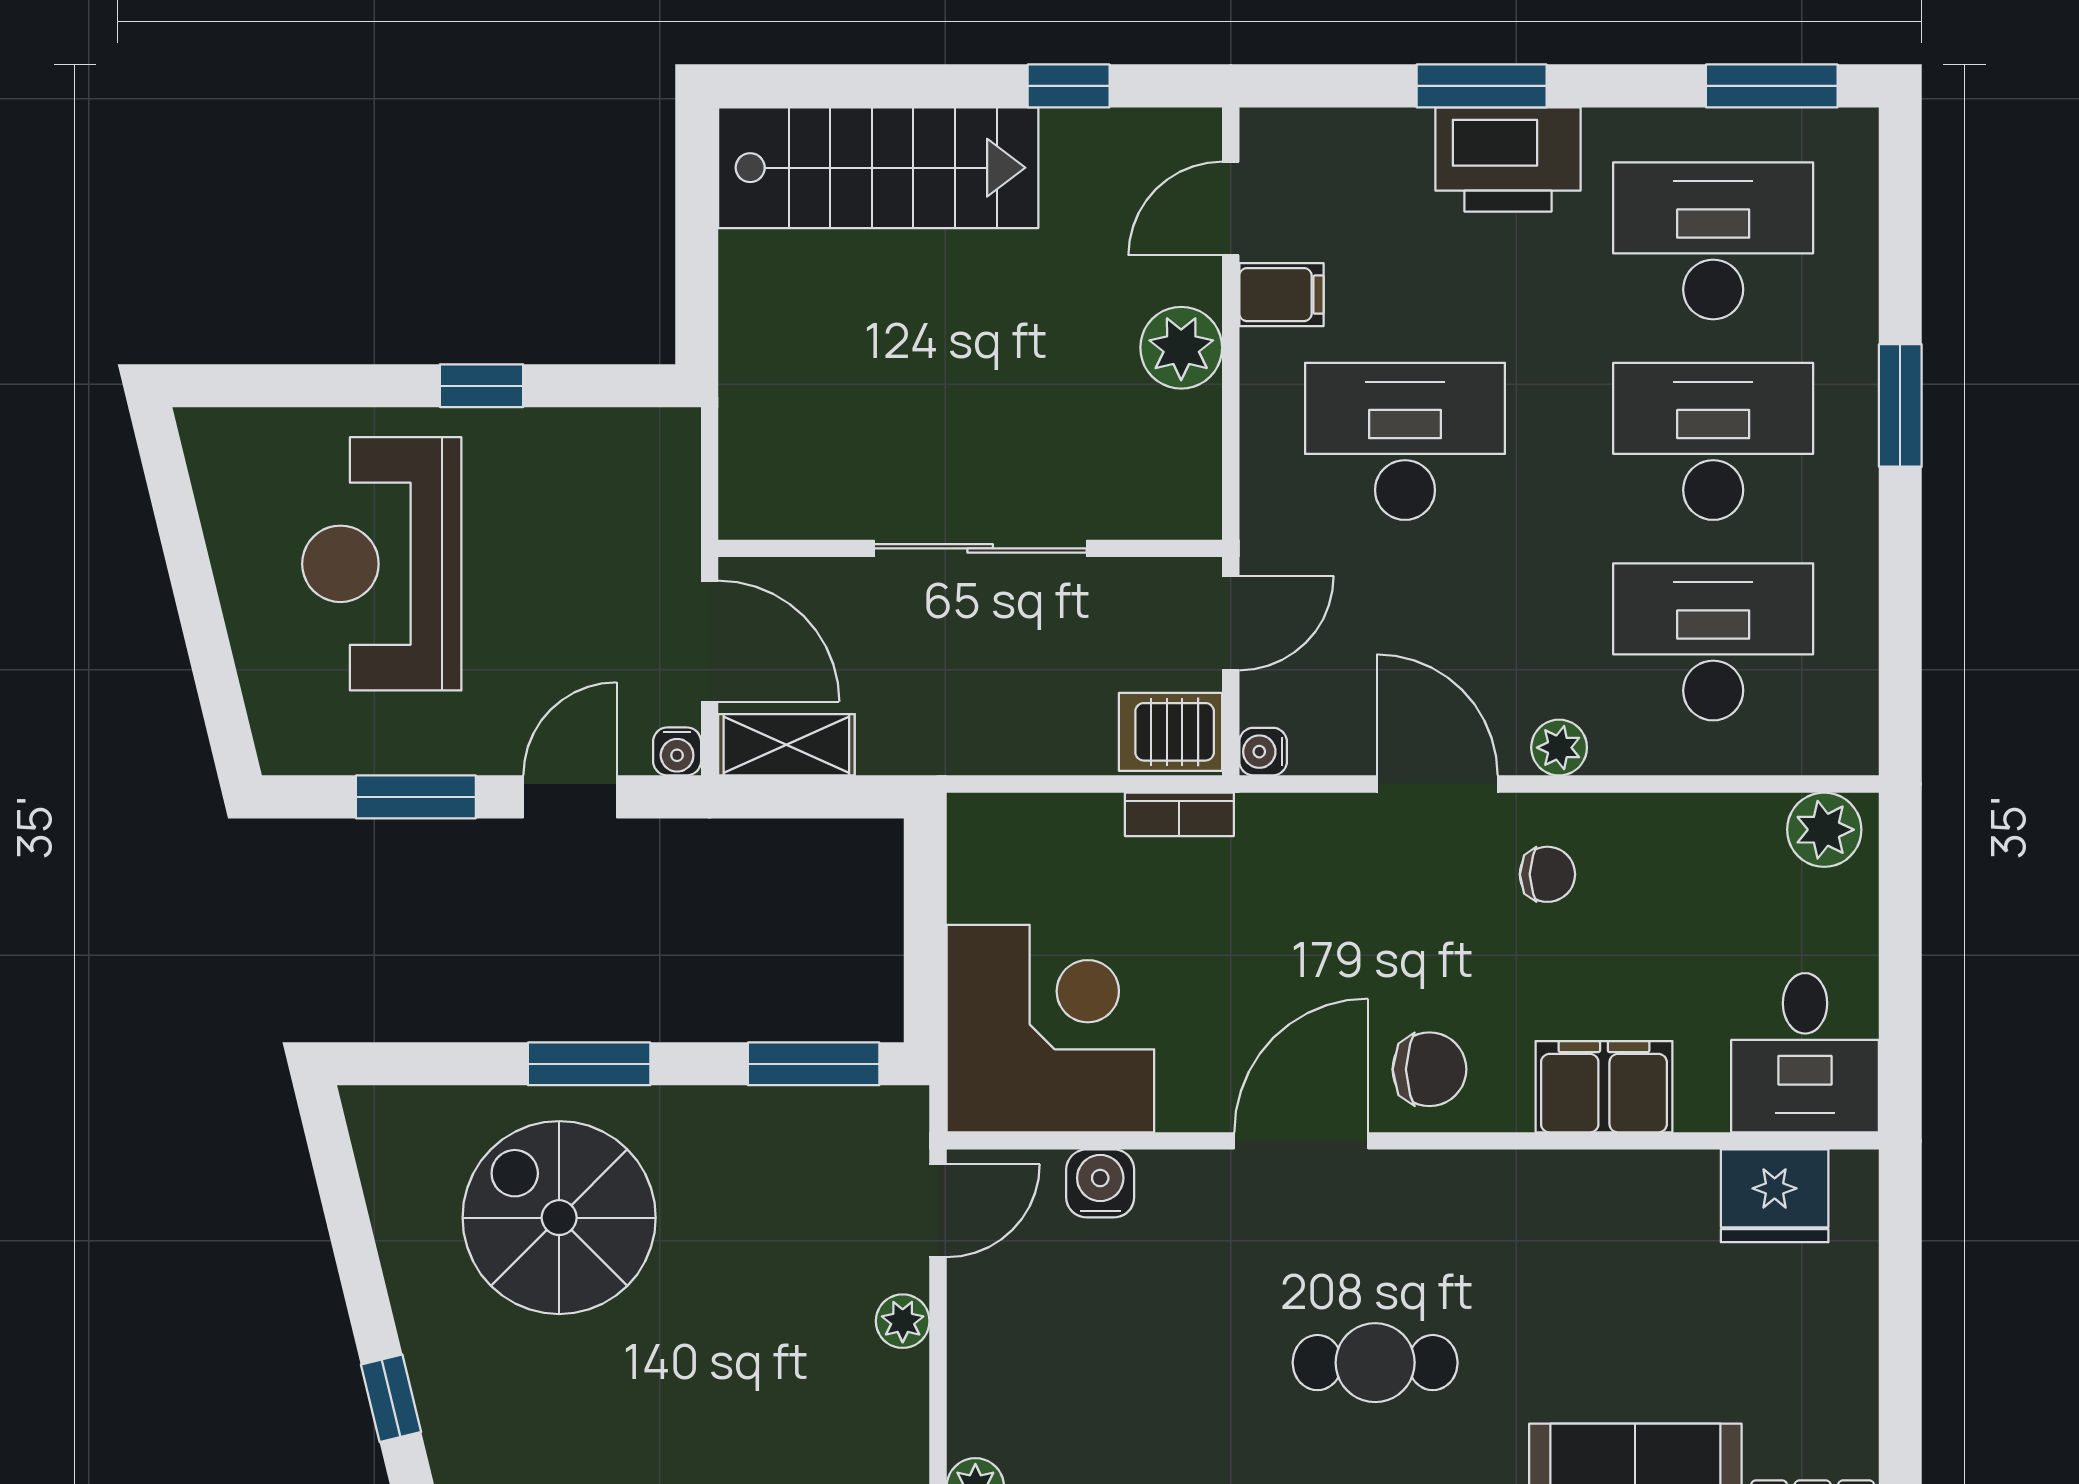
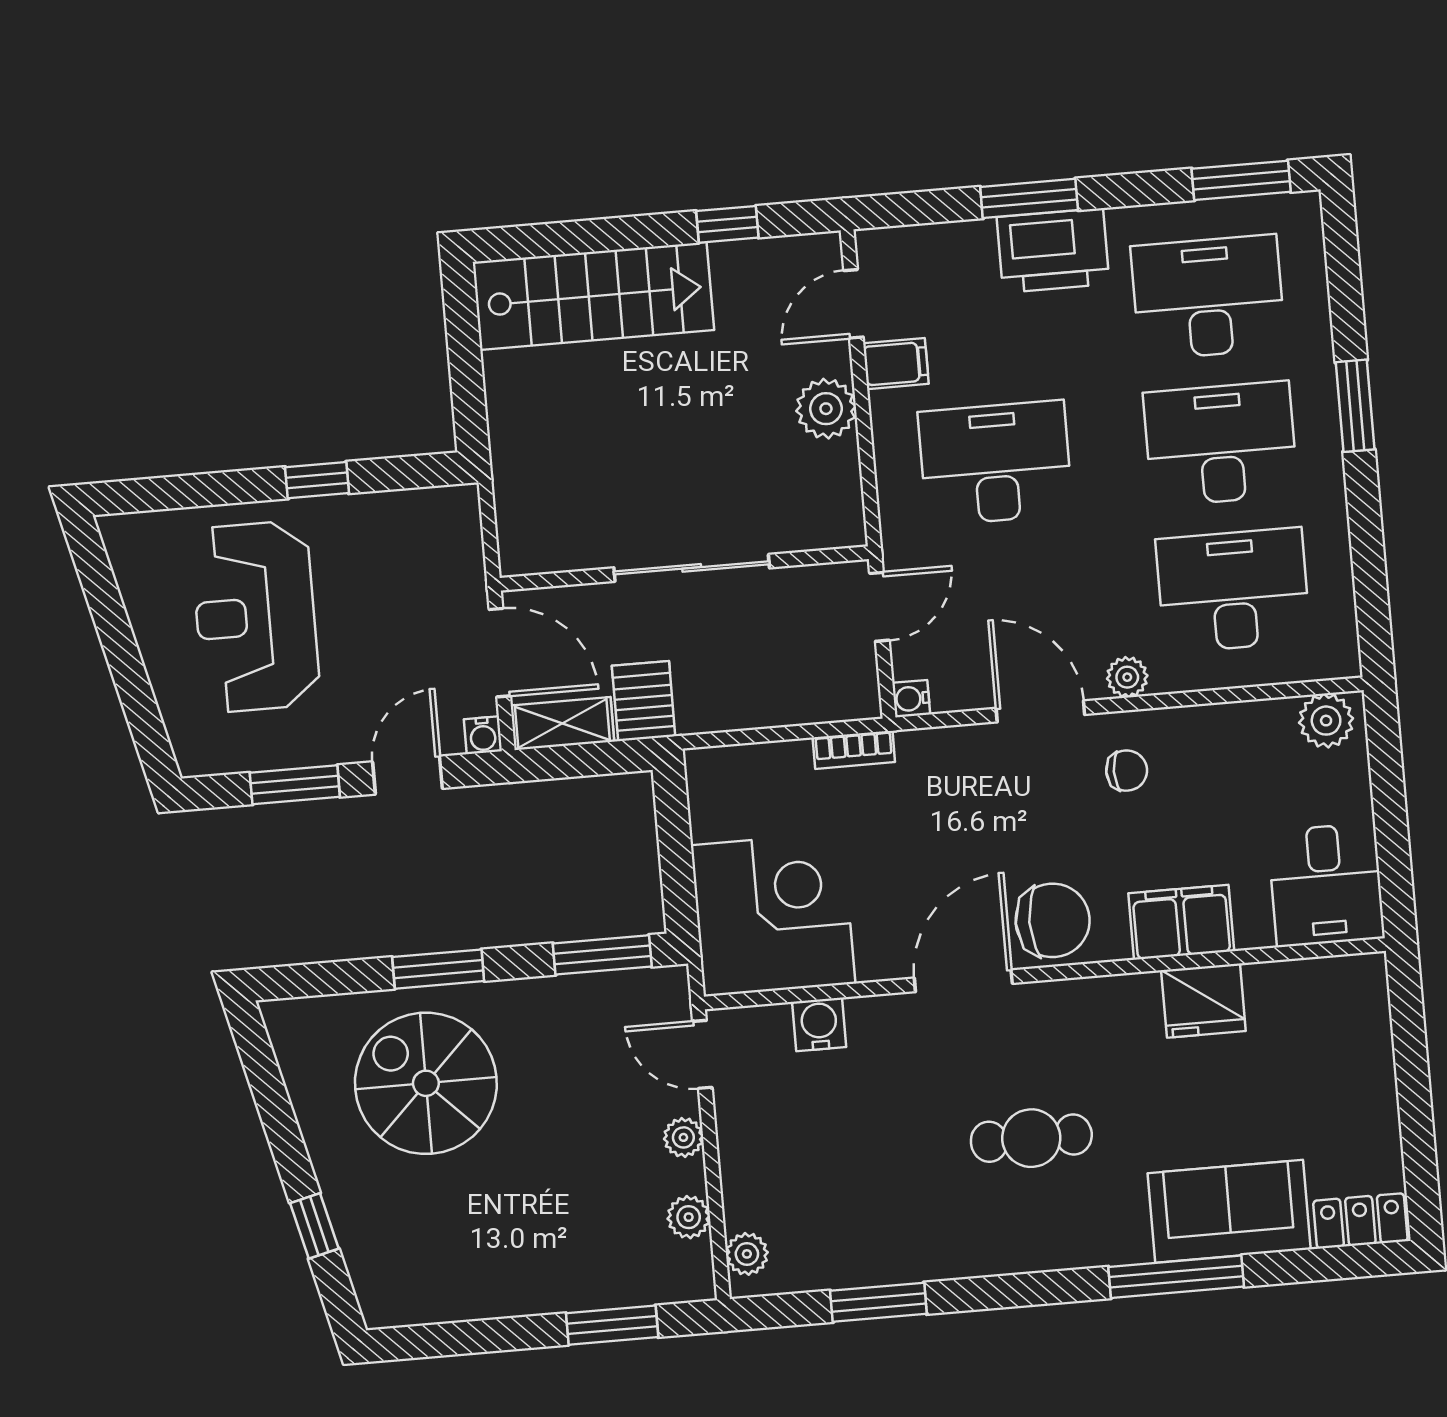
server rack: (1170, 732) -> (644, 701), moved, turned 90
chair: (1429, 1069) -> (1053, 920), width x1.37, depth x1.37
fridge: (1775, 1196) -> (1203, 1001), moved
door: (938, 1211) -> (702, 1054), swing flipped
plant: (900, 1430) -> (689, 1217), added

